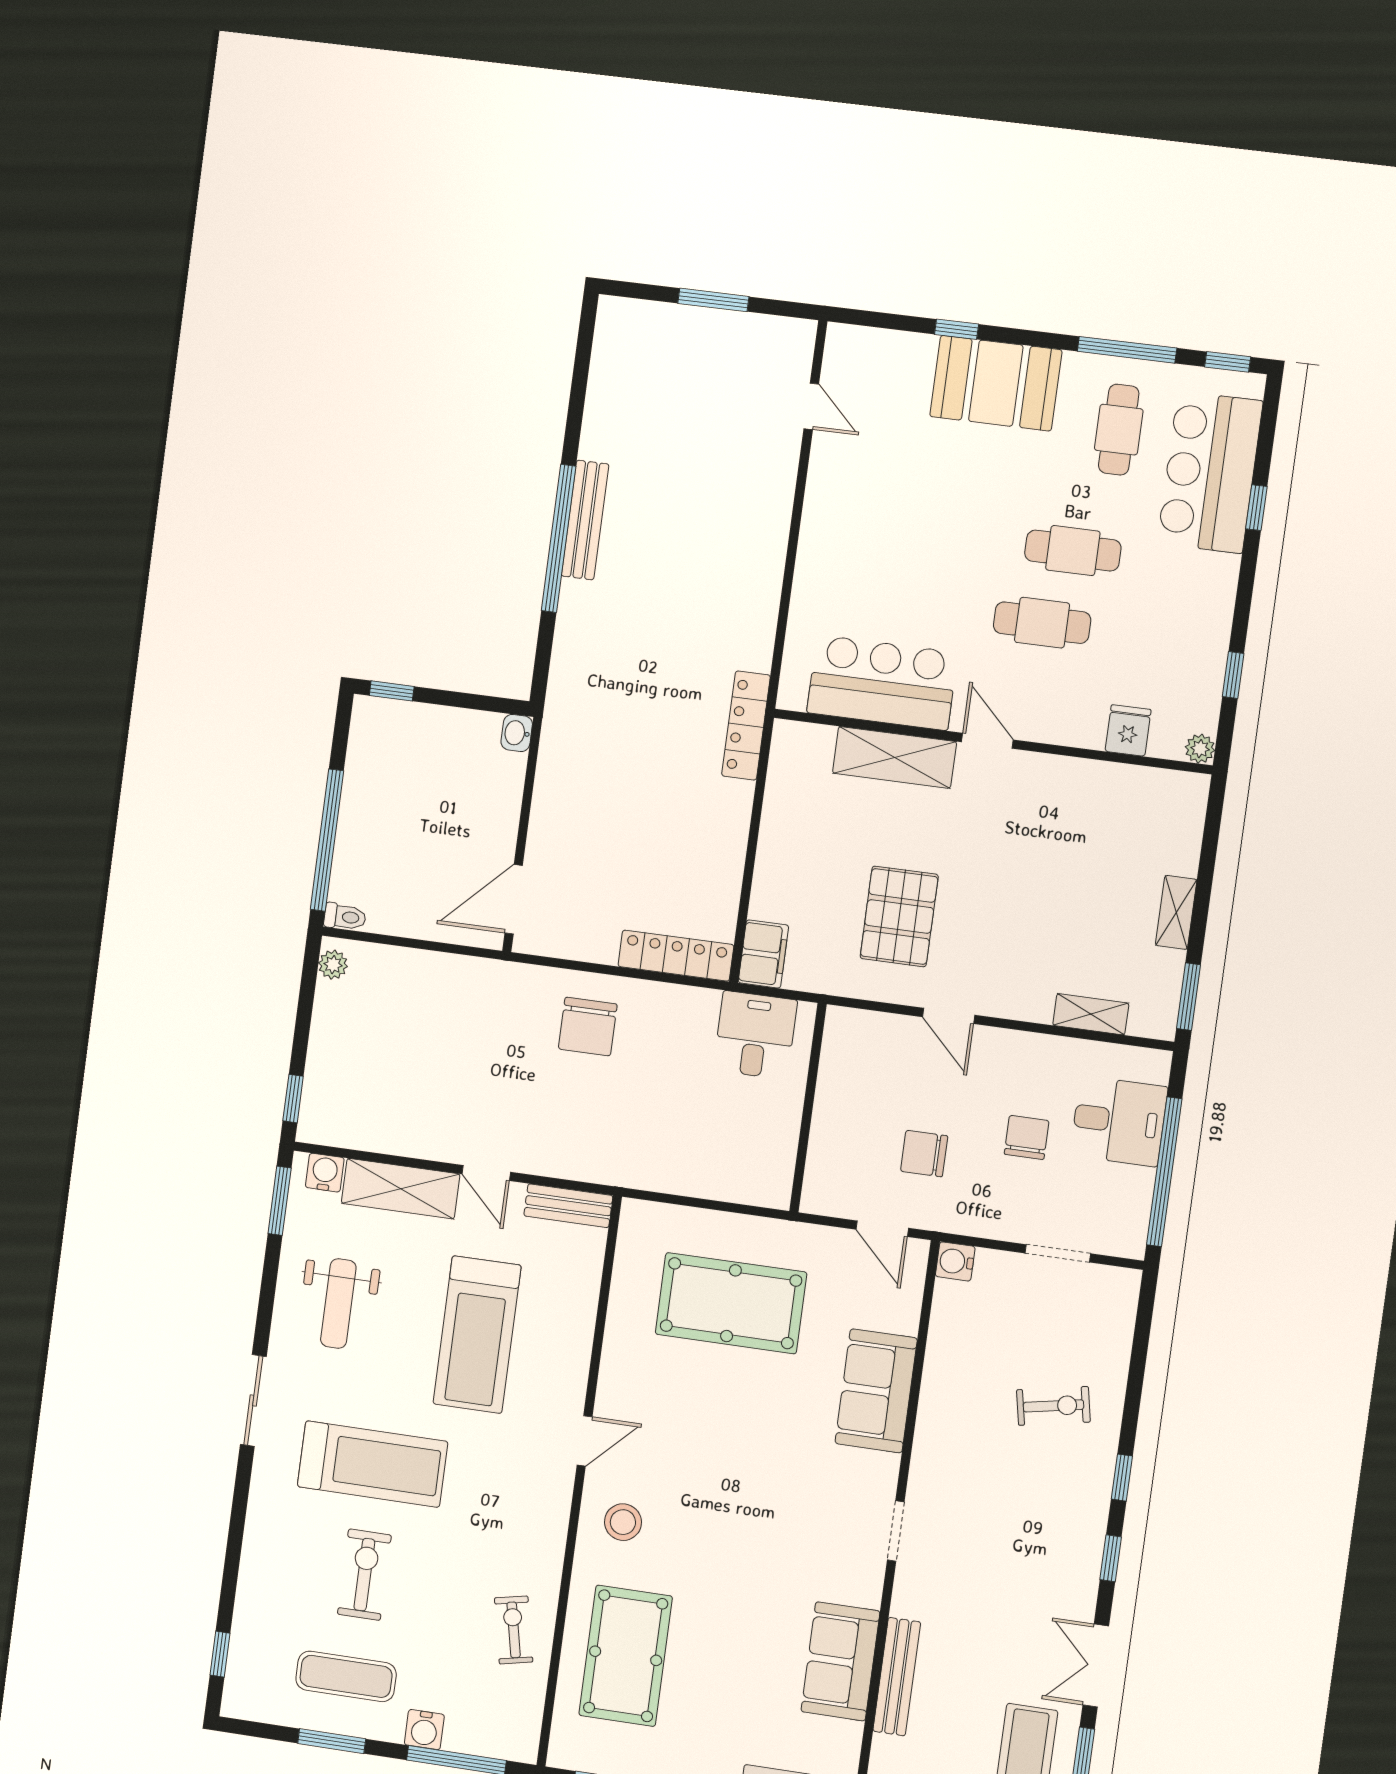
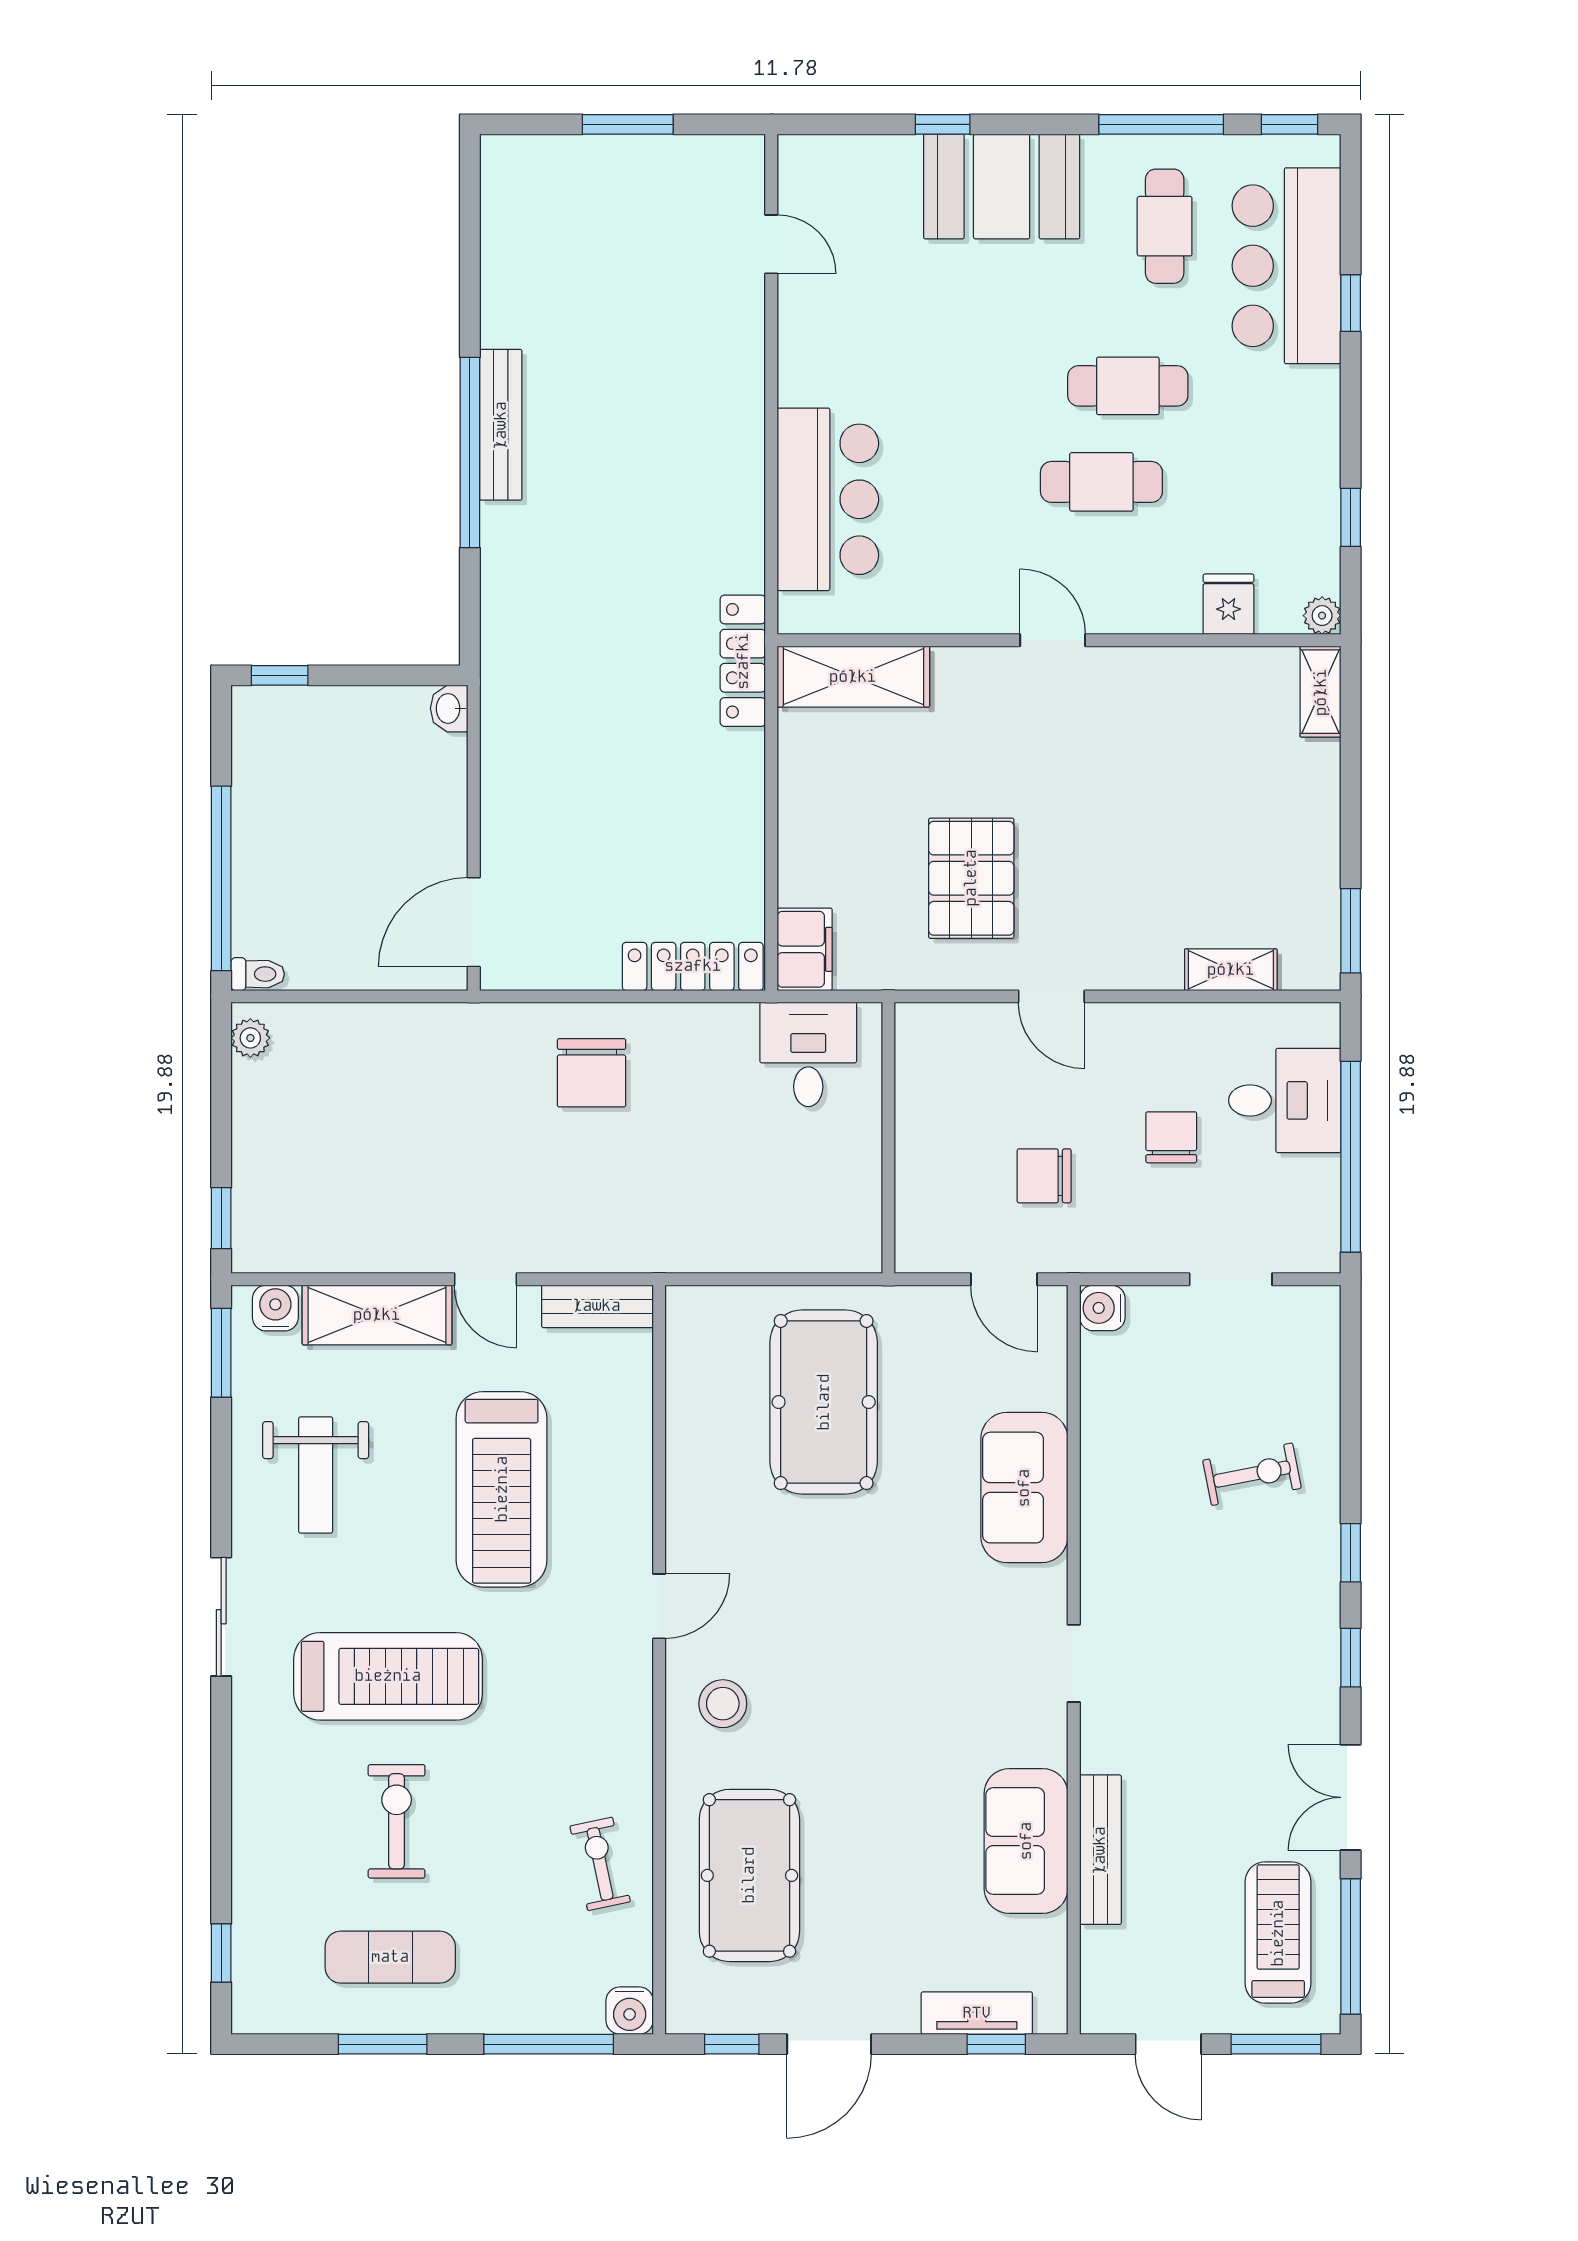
bar counter: (882, 683) -> (828, 499), moved, turned 90
shelving: (894, 757) -> (853, 677), moved
shelving: (1176, 912) -> (1321, 692), moved
pool table: (731, 1303) -> (824, 1402), turned 90
water cooler: (424, 1730) -> (630, 2011), moved

